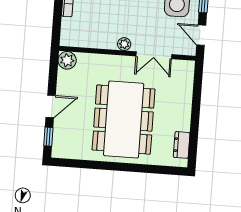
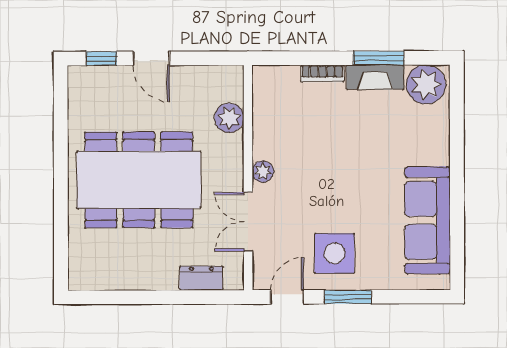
plant: (67, 60) -> (229, 118), moved
dresser: (182, 145) -> (201, 278), moved

